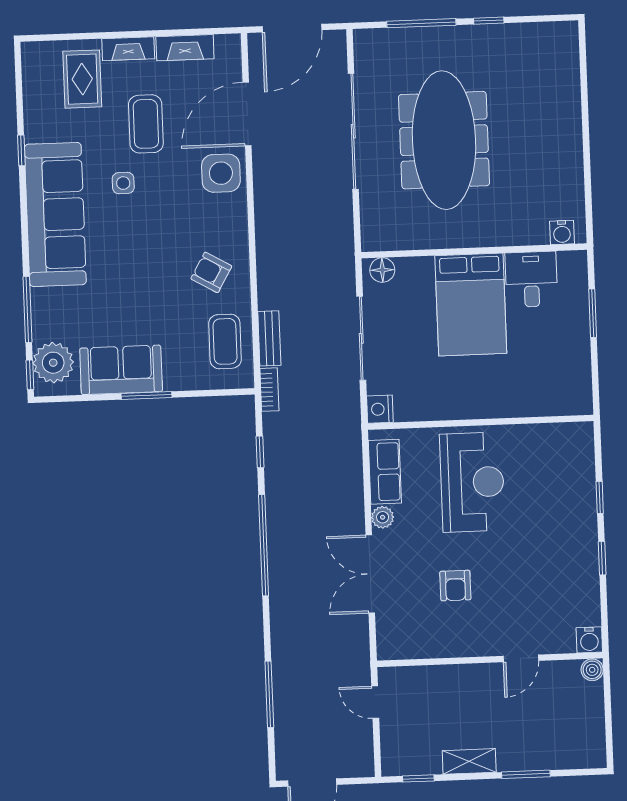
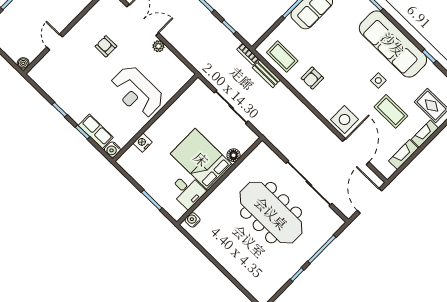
floor lamp: (382, 270) -> (234, 155), moved
armchair: (211, 272) -> (312, 78), turned 150
nightstand: (380, 409) -> (143, 143), moved, turned -90
row of seats: (385, 472) -> (96, 131), moved, turned 180
water cooler: (589, 640) -> (112, 150), moved, turned -90

